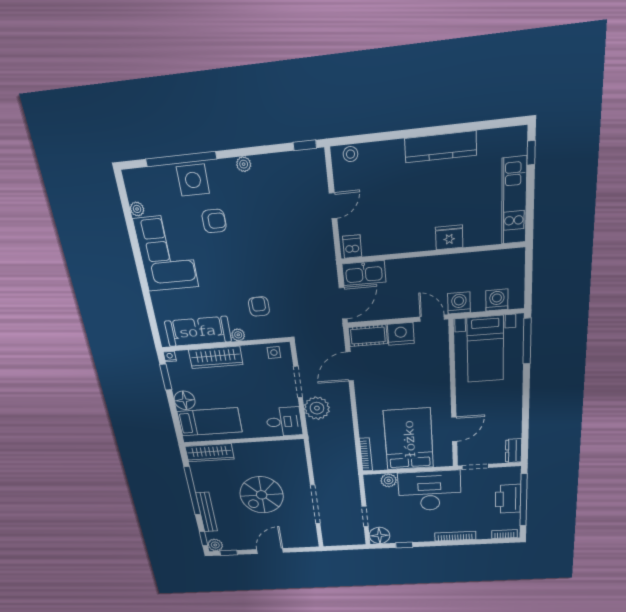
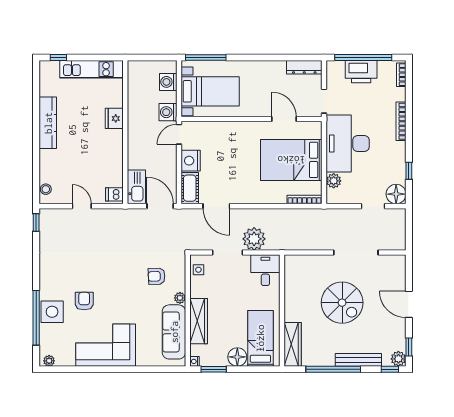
plant: (244, 164) -> (45, 271), removed
plant: (137, 209) -> (49, 361), moved
dresser: (514, 451) -> (304, 67), width x1.44

